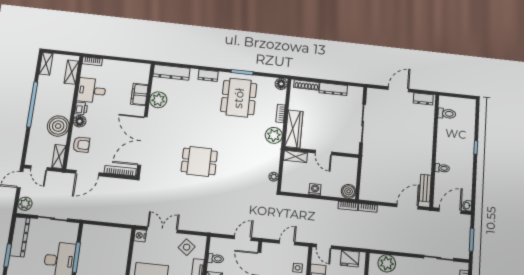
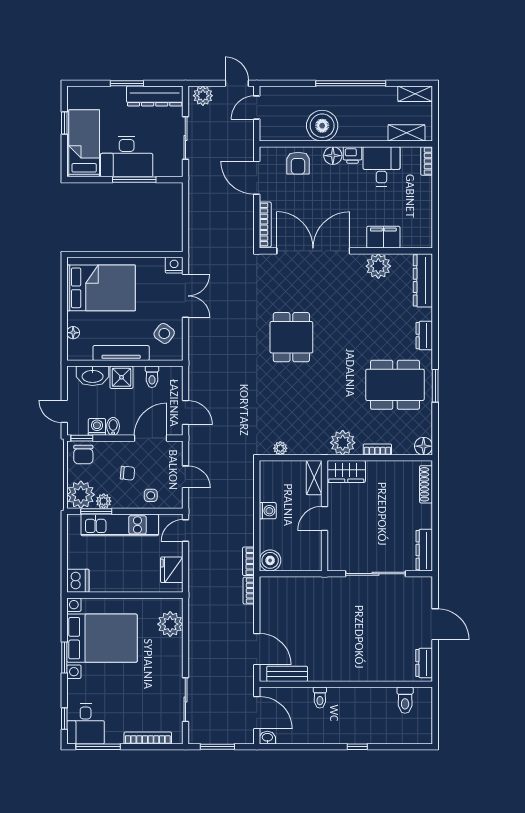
dresser: (333, 89) -> (424, 550), moved
wardrobe: (294, 129) -> (346, 471), width x0.67
shelving: (59, 156) -> (277, 133), removed

